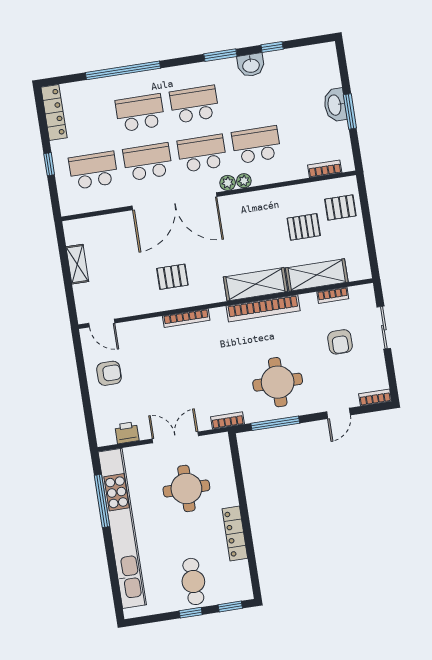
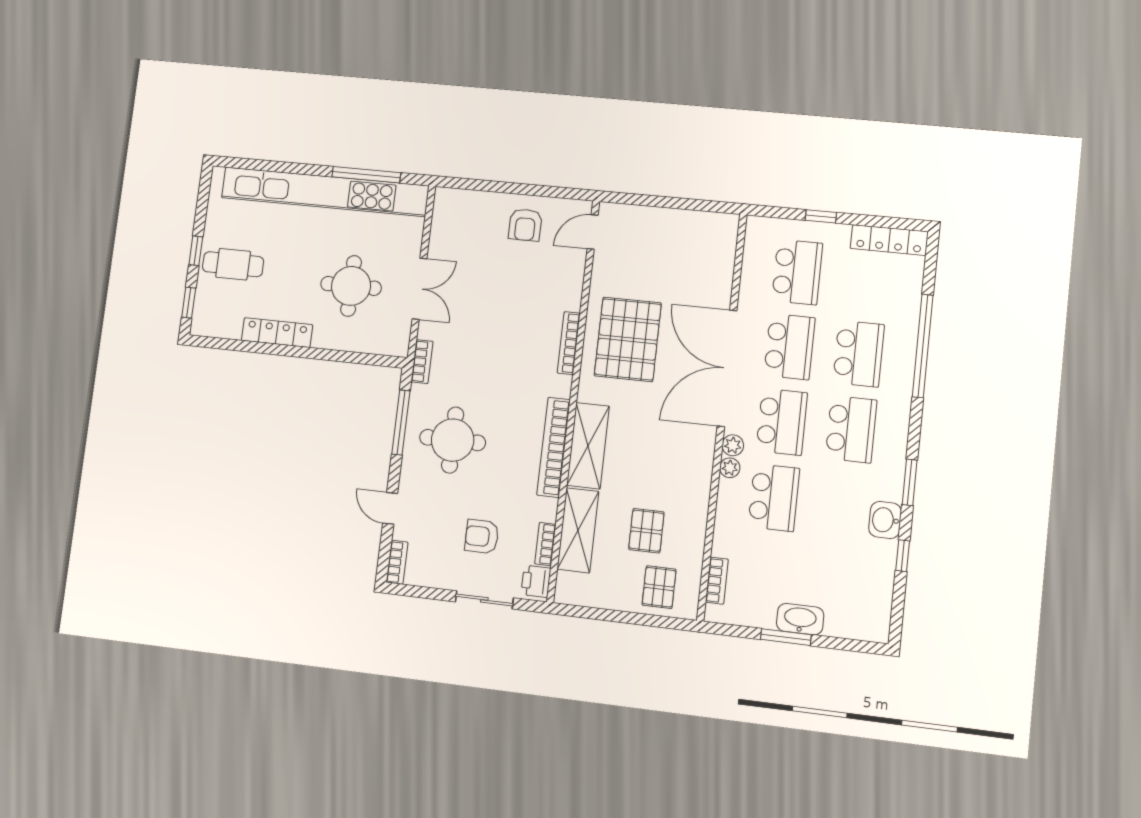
shelving: (77, 264) -> (678, 220), removed
pallet: (172, 277) -> (628, 339), width x2.05, depth x2.00
printer: (127, 433) -> (536, 581), moved, turned 180

